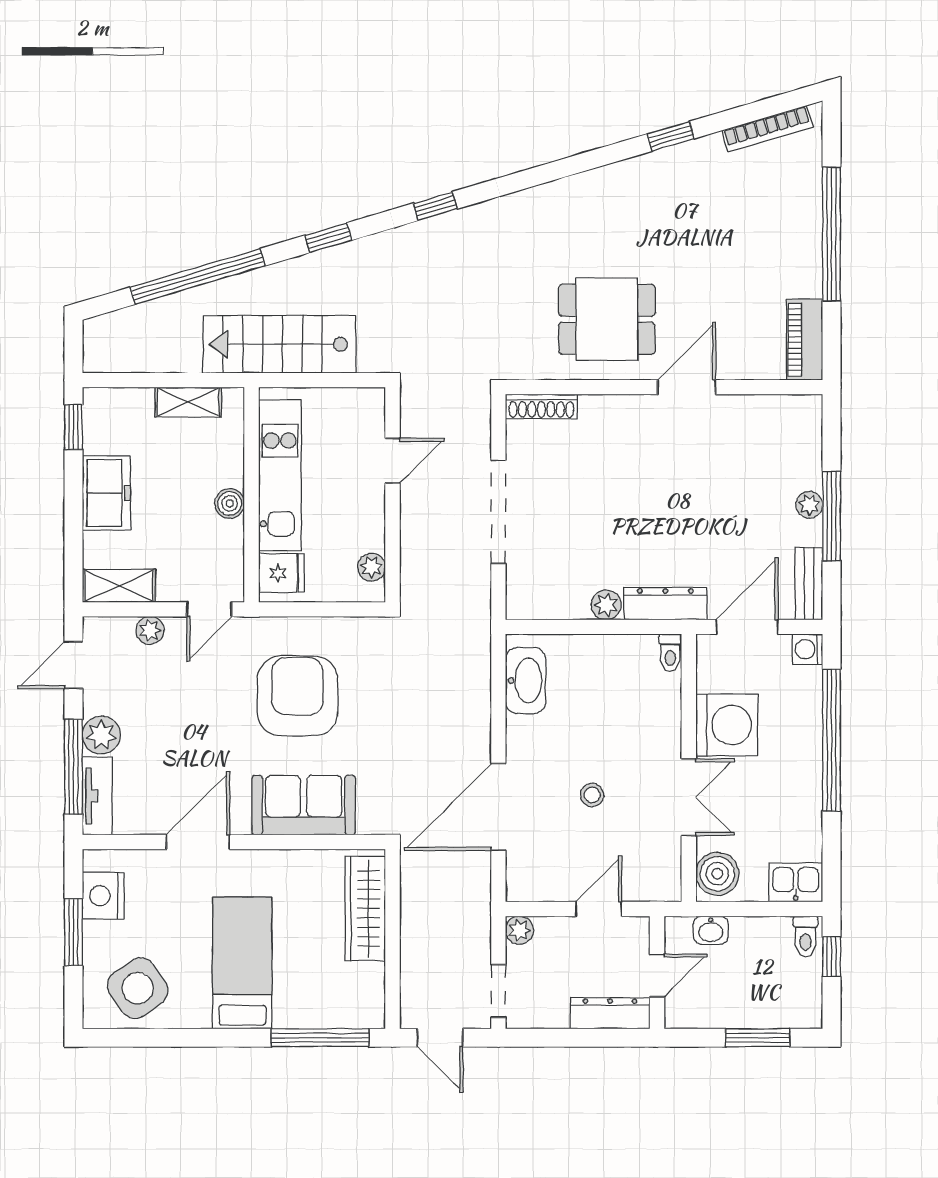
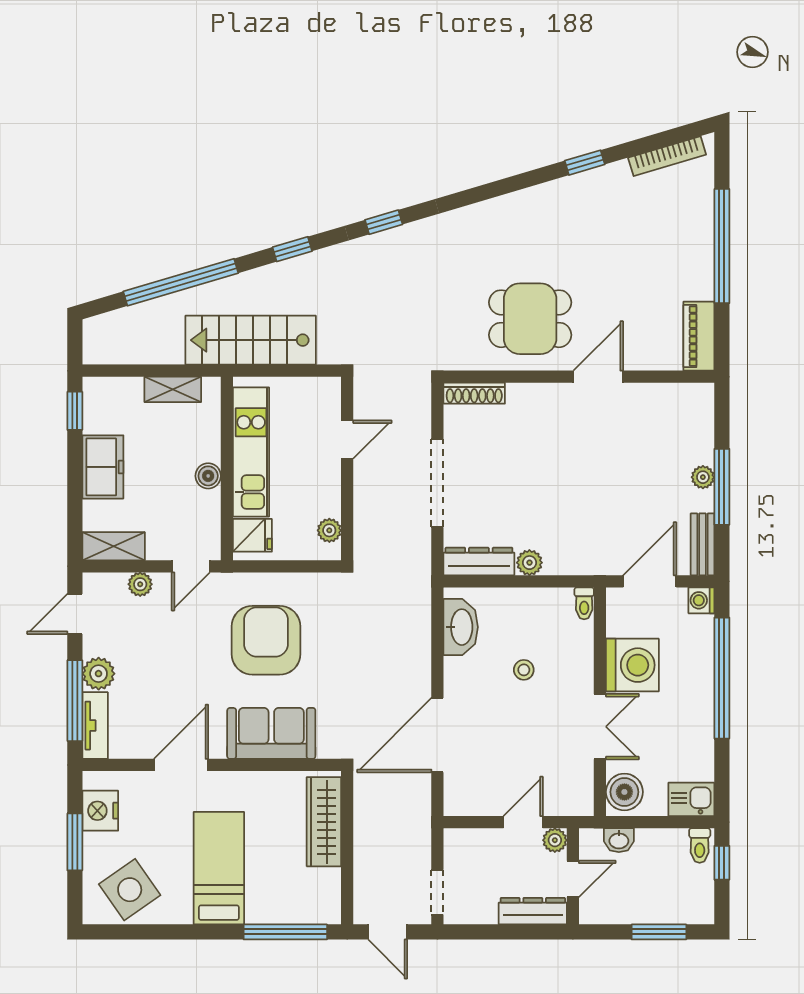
dresser: (665, 604) -> (479, 561), moved
stool: (592, 795) -> (524, 670), moved
plant: (519, 930) -> (555, 840), moved

